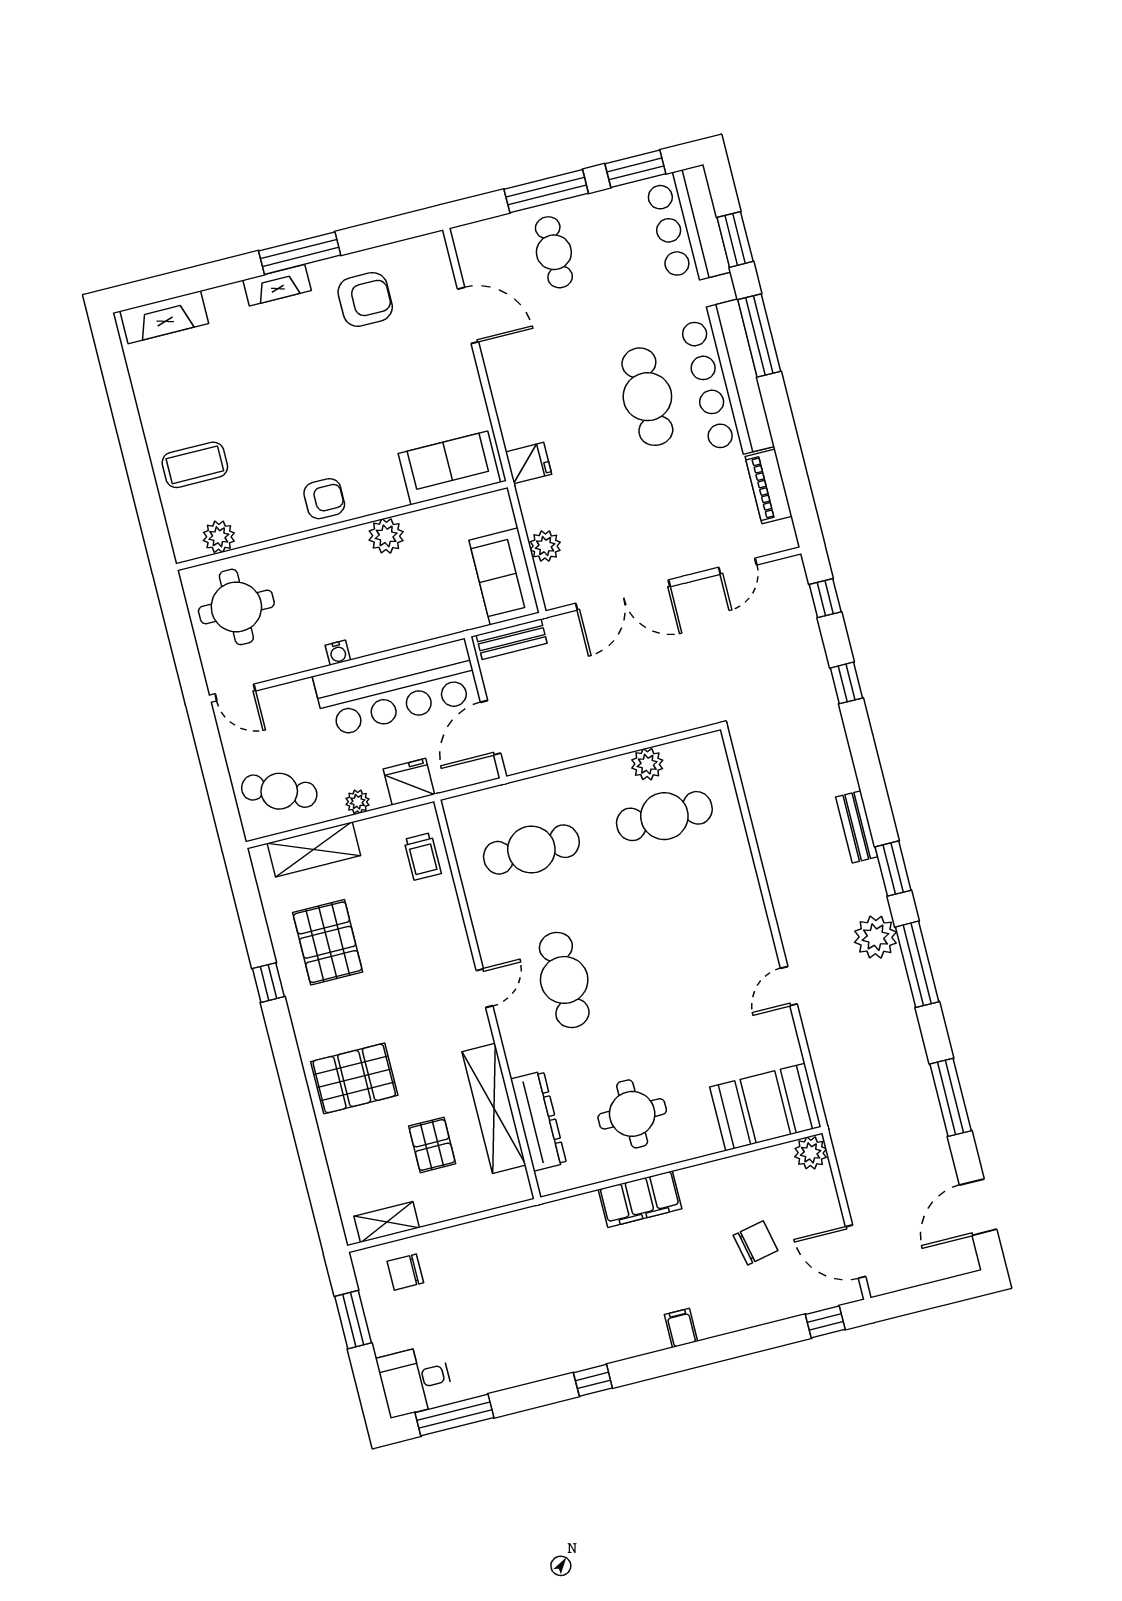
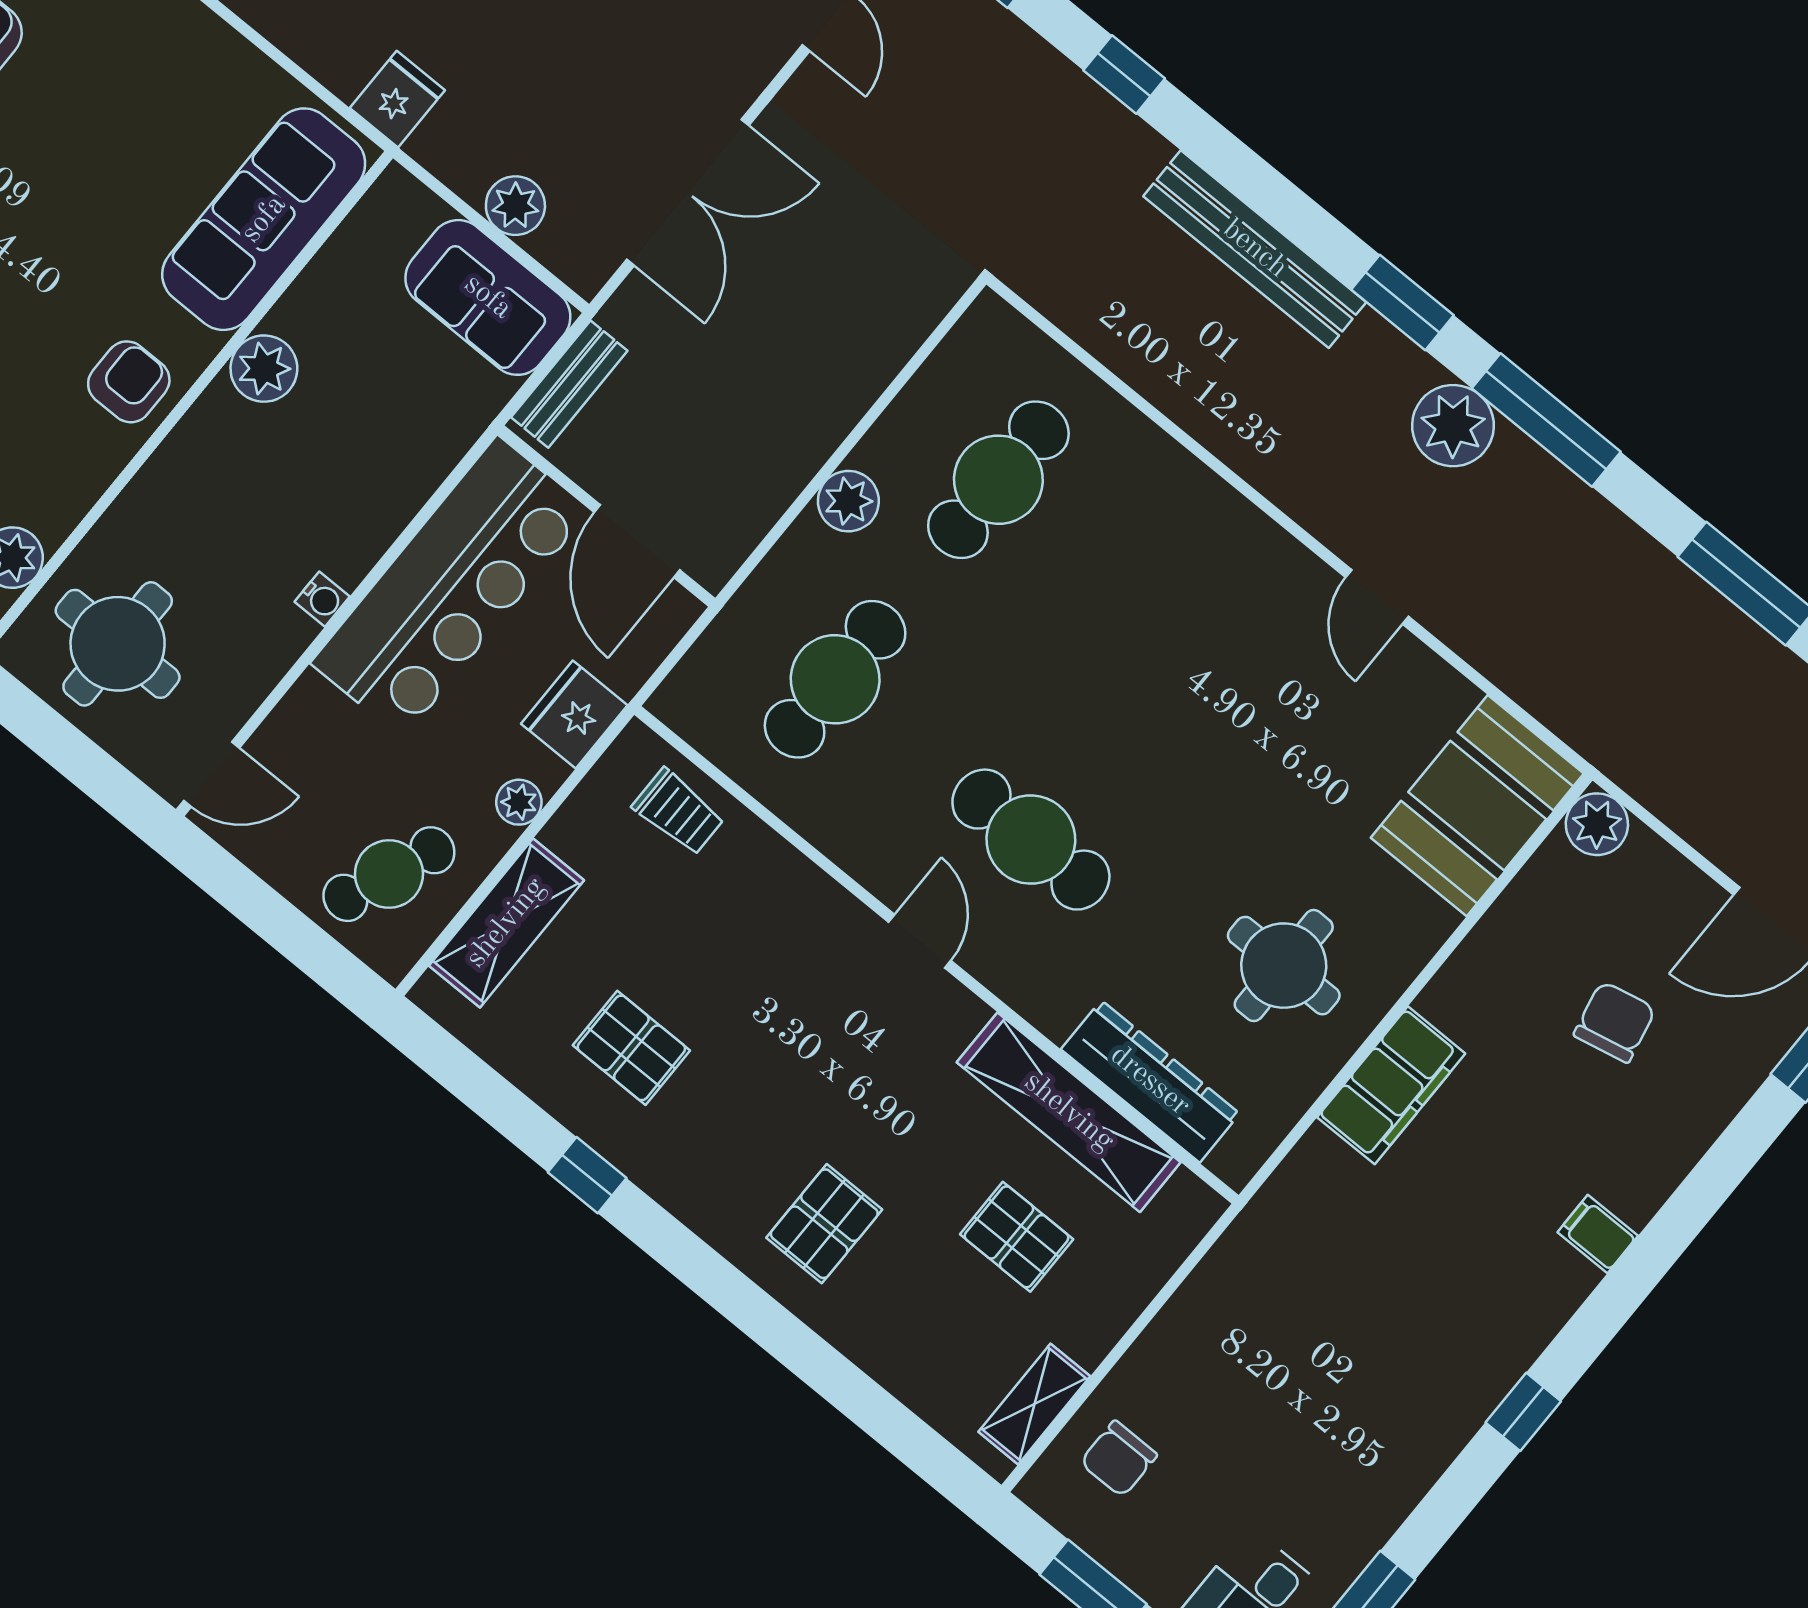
sofa: (449, 468) -> (264, 219), width x1.36
plant: (647, 764) -> (848, 501), moved
bench: (857, 827) -> (1255, 249), width x1.86, depth x1.21
pallet: (328, 942) -> (631, 1048), width x0.67, depth x0.71
pallet: (354, 1078) -> (824, 1224), width x0.67, depth x0.71

